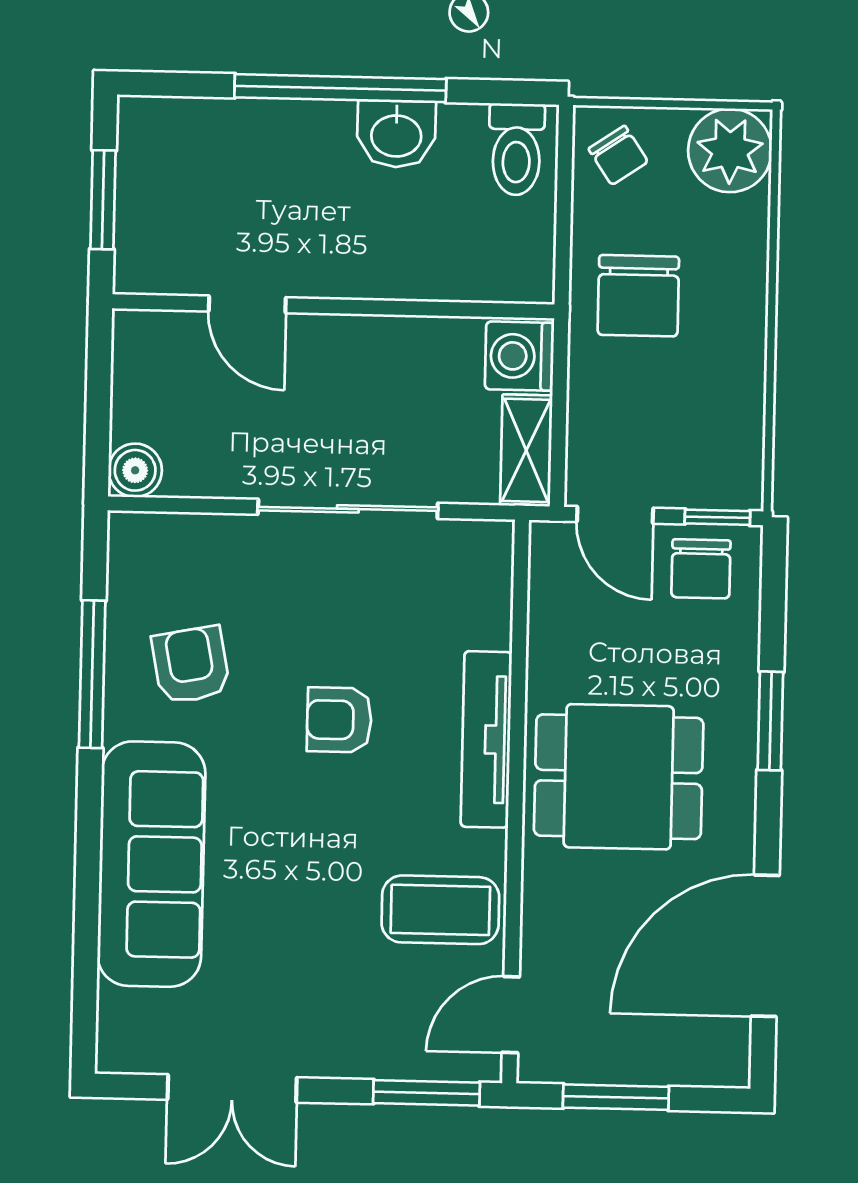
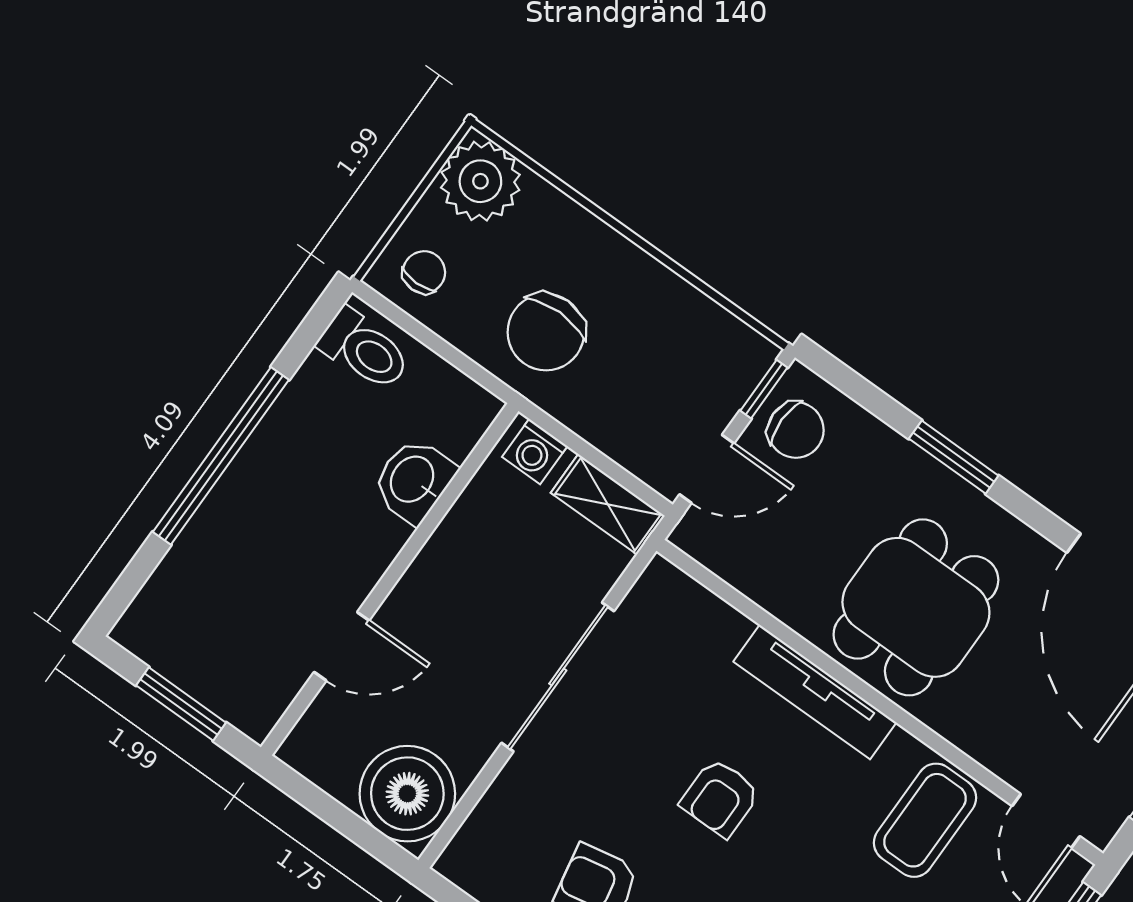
washbasin: (396, 134) -> (414, 480), moved, turned 180
chair: (618, 155) -> (424, 272), turned -56
chair: (638, 296) -> (546, 332), turned 90
washing machine: (519, 356) -> (535, 451), width x0.73, depth x0.73
boiler: (135, 470) -> (407, 794), width x1.86, depth x1.86

